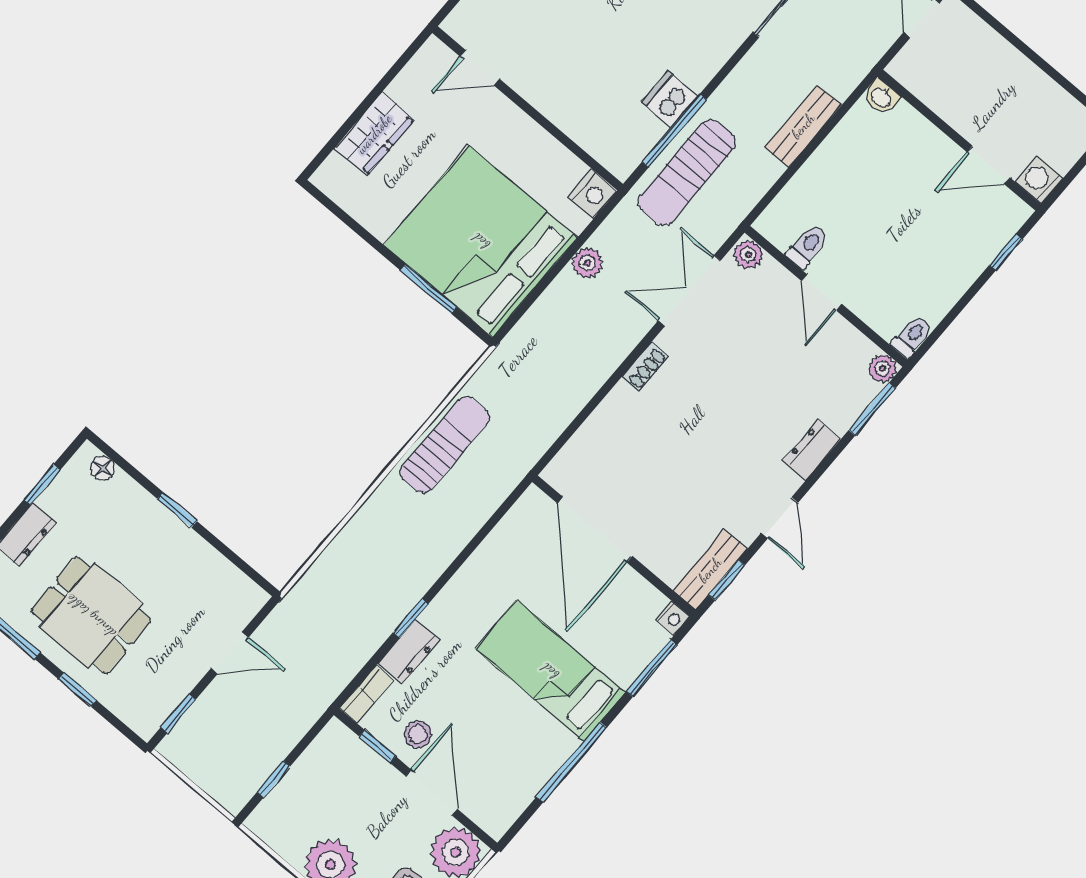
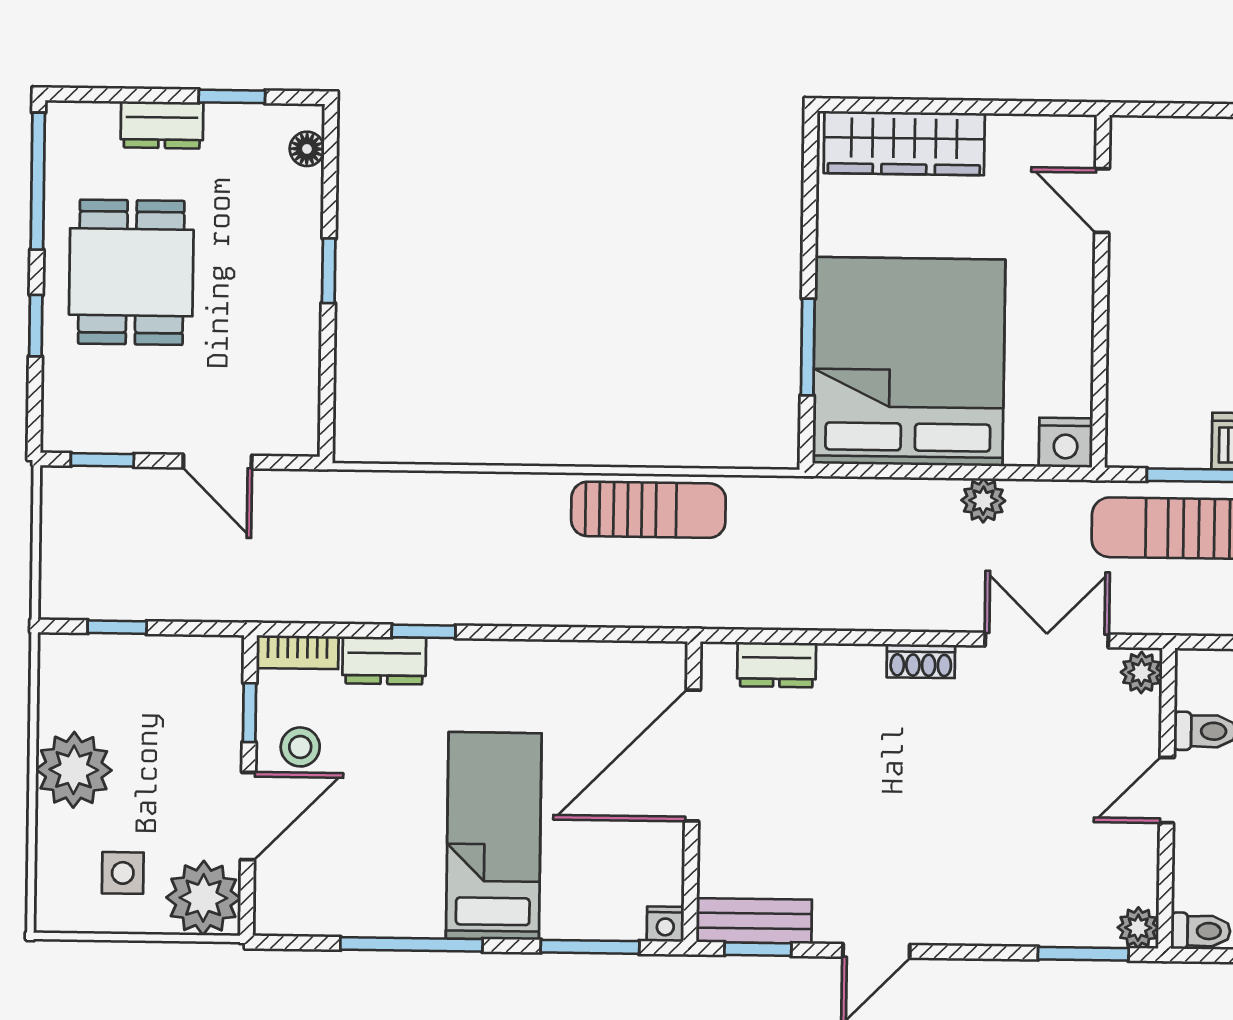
wardrobe: (374, 134) -> (904, 143), width x1.50
dresser: (812, 449) -> (777, 665), moved, turned 180

